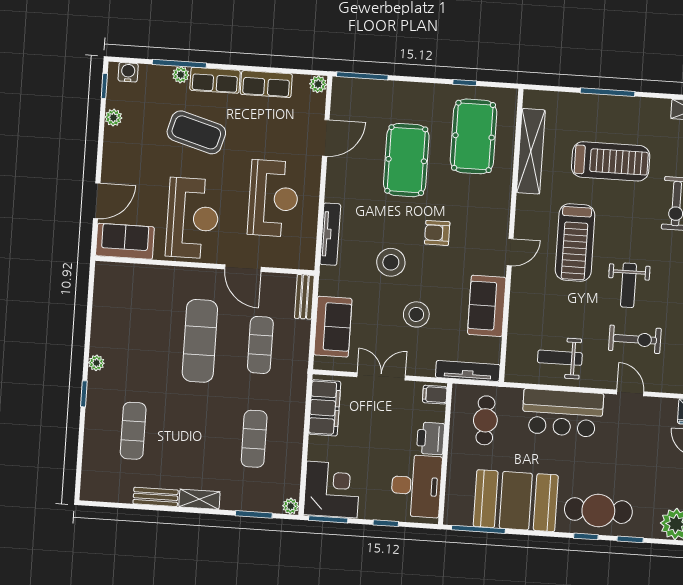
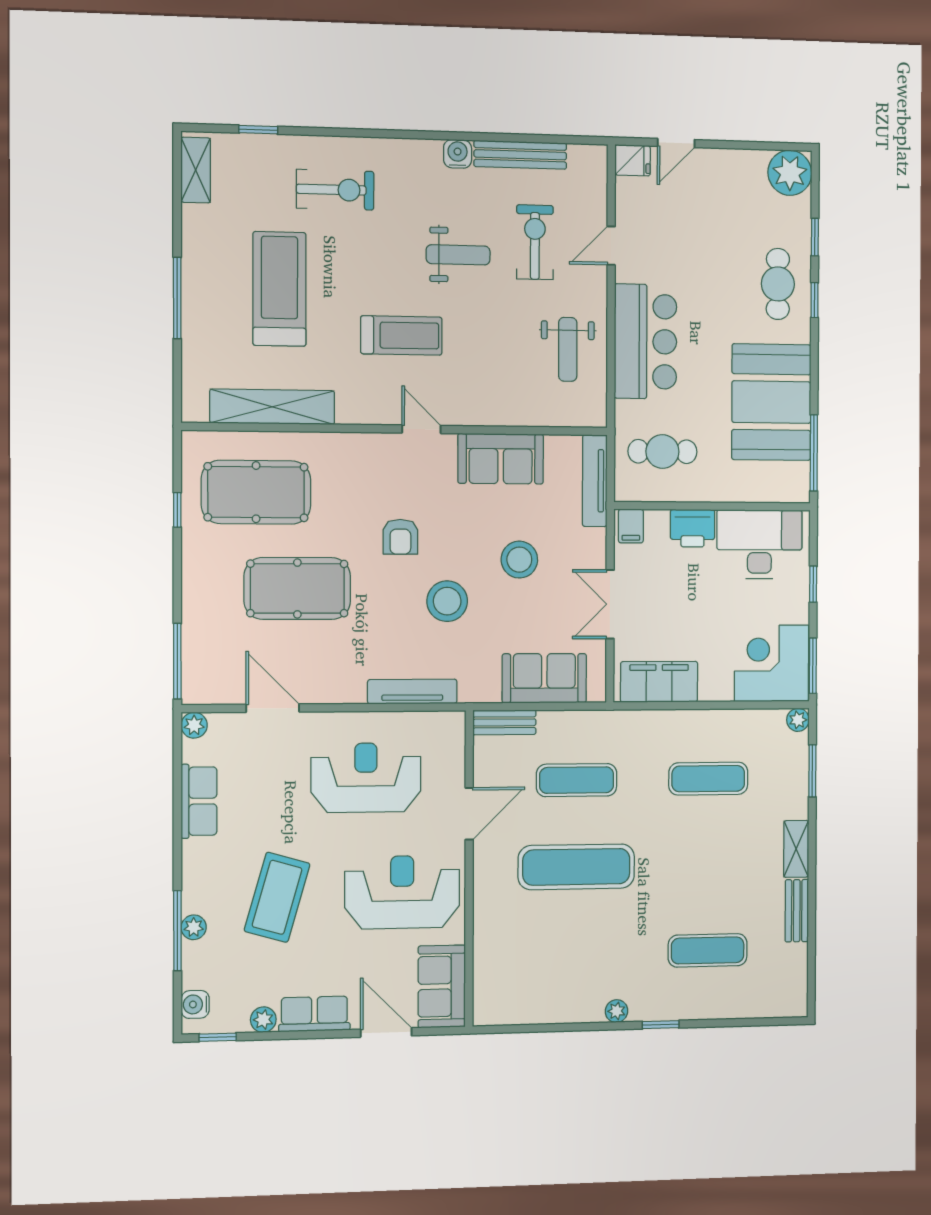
row of seats: (215, 80) -> (314, 1014), moved, turned -90
treadmill: (575, 243) -> (401, 335), width x0.73, depth x0.73
cafe table: (598, 511) -> (778, 284), width x0.73, depth x0.74

